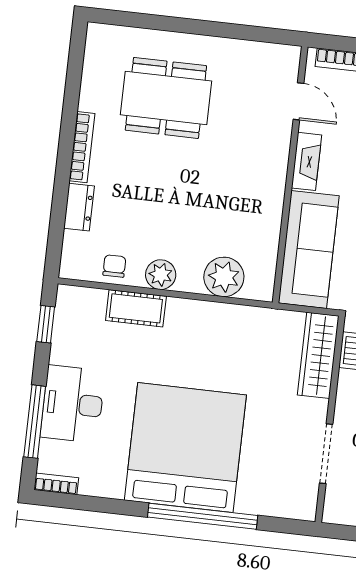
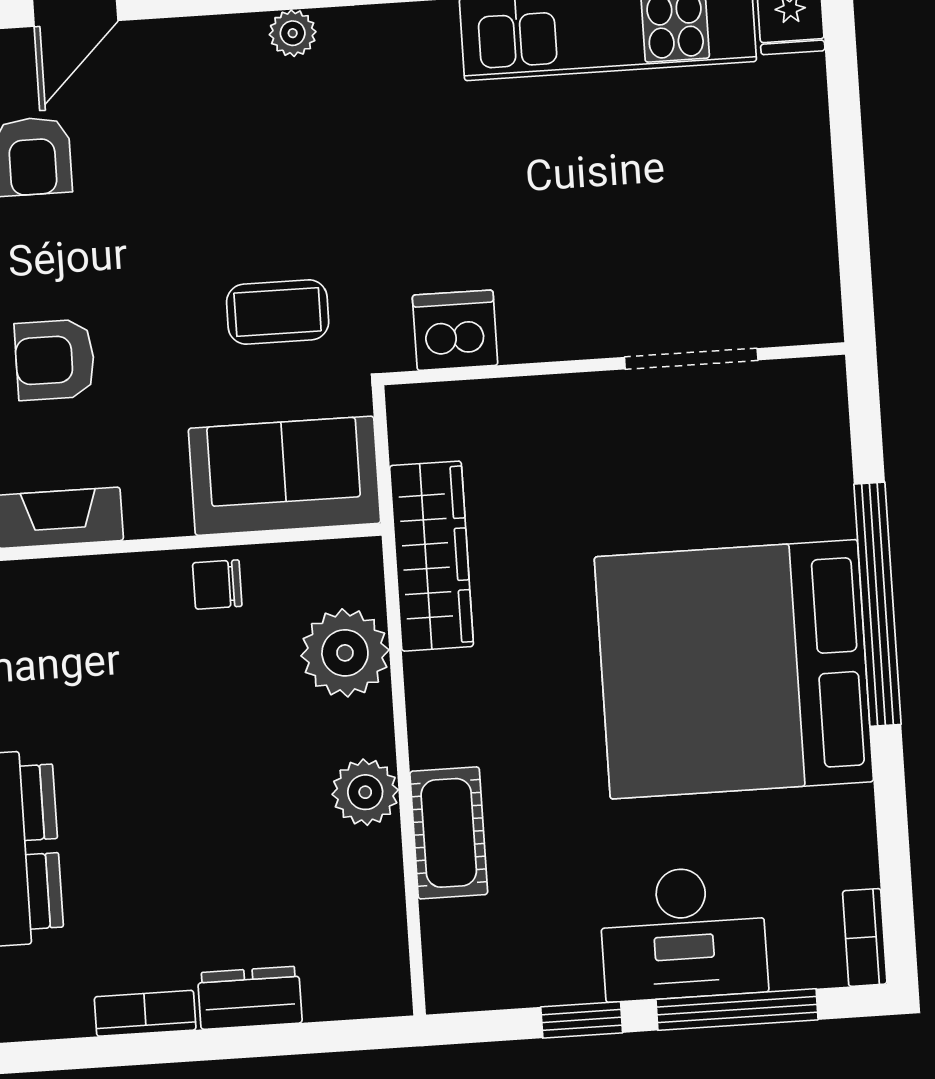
bookcase: (82, 147) -> (145, 1013), width x0.64
sofa: (309, 249) -> (285, 476), width x0.73
chair: (114, 266) -> (217, 585), moved
window: (46, 324) -> (582, 1020), moved
wardrobe: (318, 355) -> (432, 556), moved, turned -90

